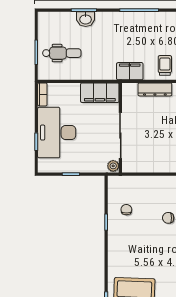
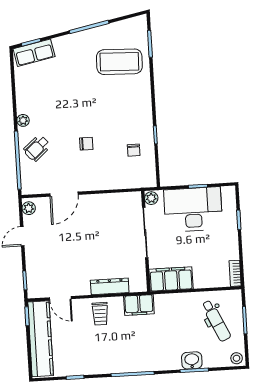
stool: (46, 19) -> (237, 358), added
dental chair: (62, 53) -> (216, 321), turned -115
desk: (57, 133) -> (193, 209), moved, turned -90

